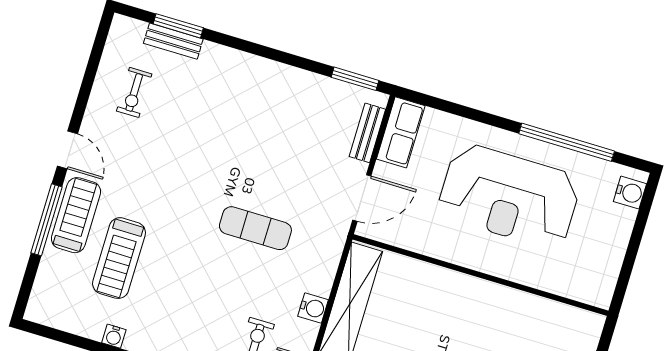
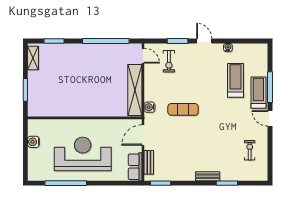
window: (178, 26) -> (227, 183), moved
bench: (173, 41) -> (208, 176), moved
water cooler: (630, 193) -> (33, 142), moved
treadmill: (76, 215) -> (258, 93), turned 180
water cooler: (313, 308) -> (150, 107), moved

